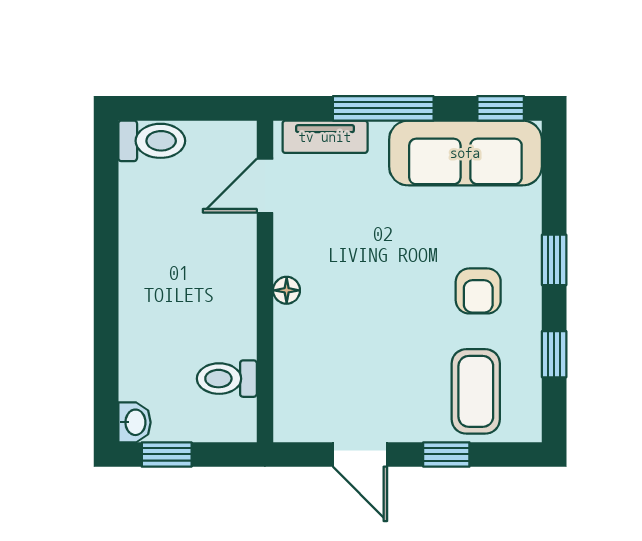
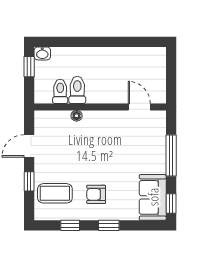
tv unit: (325, 137) -> (159, 132), removed
toilet: (152, 141) -> (77, 90), moved, turned 180
sofa: (465, 153) -> (153, 197), width x0.73
floor lamp: (287, 290) -> (77, 116), moved

